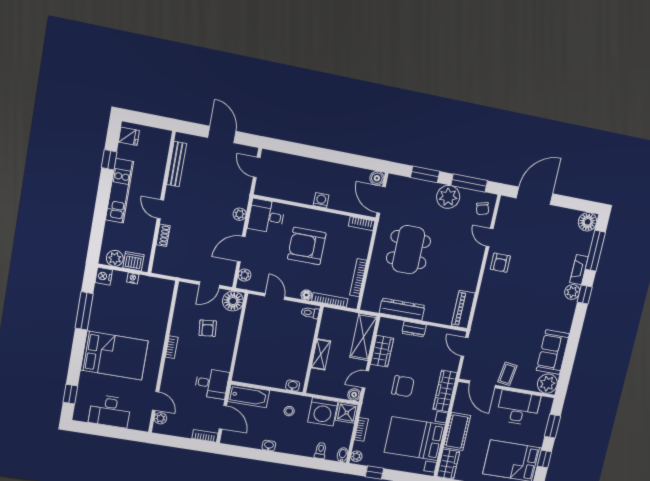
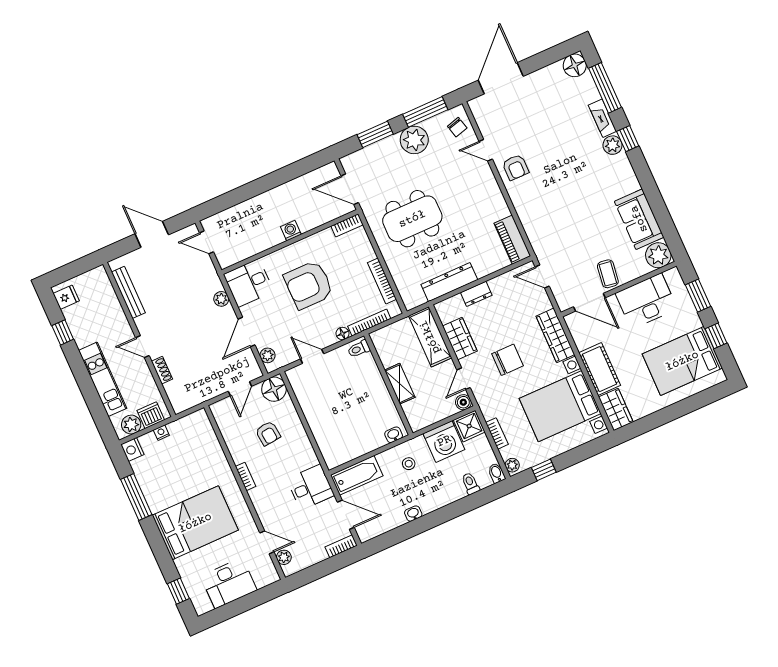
boiler: (377, 178) -> (330, 171), removed
kitchen unit: (120, 191) -> (103, 379), moved
dining table: (408, 250) -> (412, 219), turned 90

